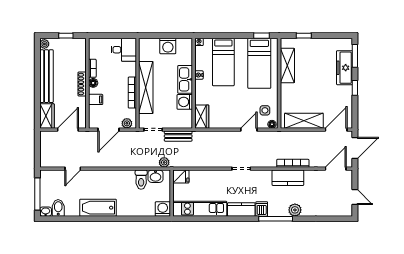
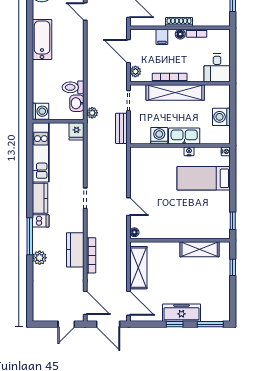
bed: (259, 63) -> (202, 218), removed
freezer: (344, 68) -> (181, 313), moved
side table: (265, 110) -> (150, 224), removed
wardrobe: (202, 117) -> (143, 154), removed
door: (355, 197) -> (66, 324), moved

